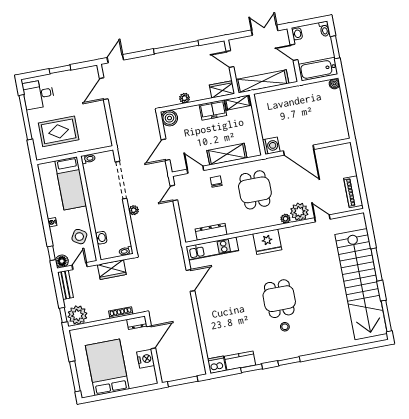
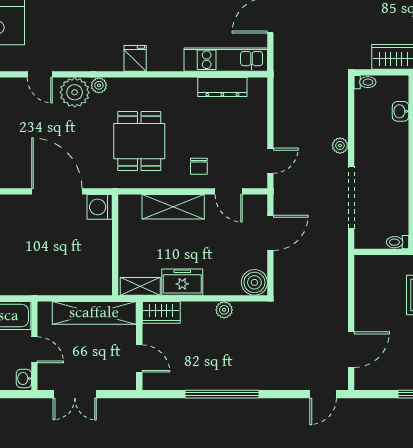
fridge: (267, 242) -> (135, 58), width x0.53, depth x0.75

